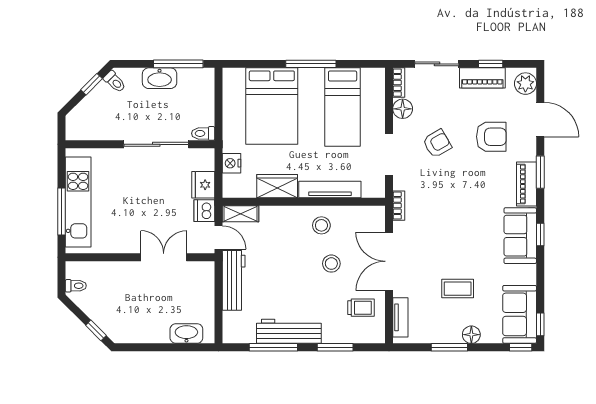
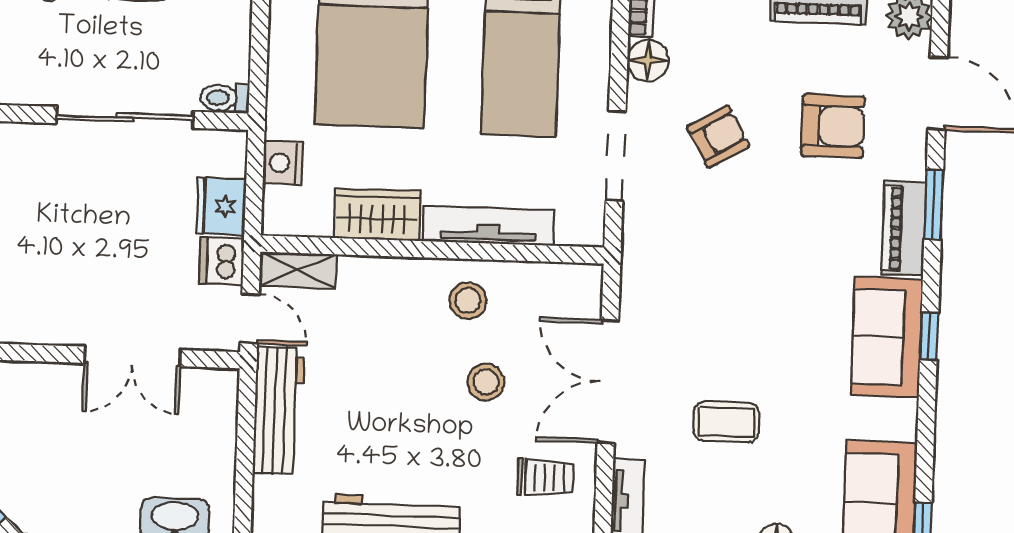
bookcase: (399, 206) -> (632, 265), removed
double door: (164, 257) -> (132, 356), swing flipped
coffee table: (458, 289) -> (726, 422), moved

